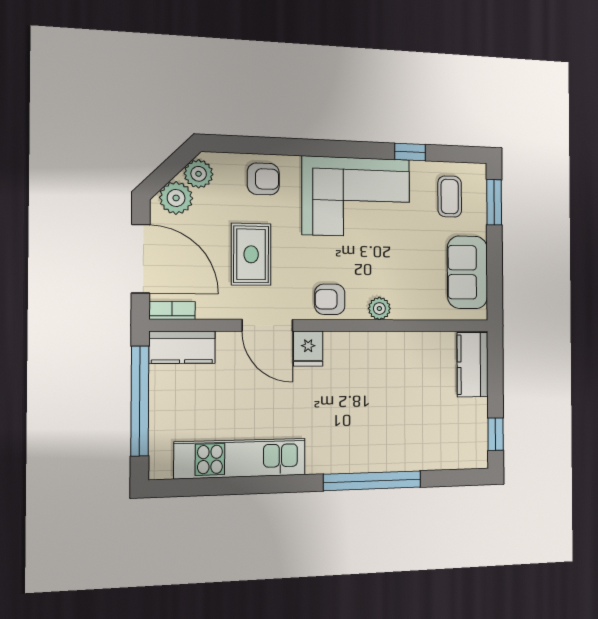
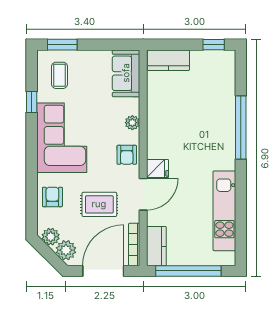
coffee table: (450, 197) -> (60, 75), turned 90
sofa: (467, 272) -> (126, 73), moved, turned 90
bookcase: (172, 310) -> (134, 244), width x1.56

